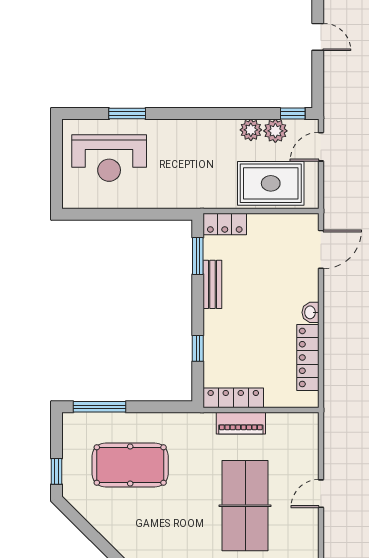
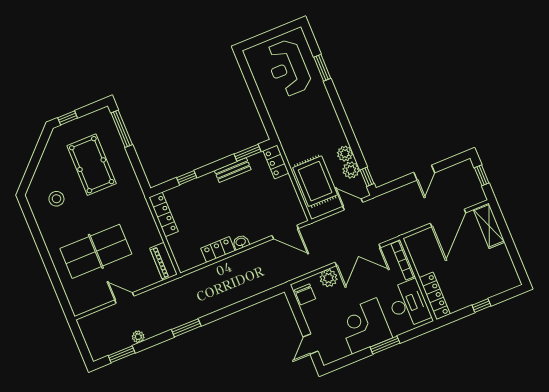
locker: (308, 357) -> (218, 250), width x0.66
piano: (241, 423) -> (163, 261), moved
stool: (156, 529) -> (56, 199), added

